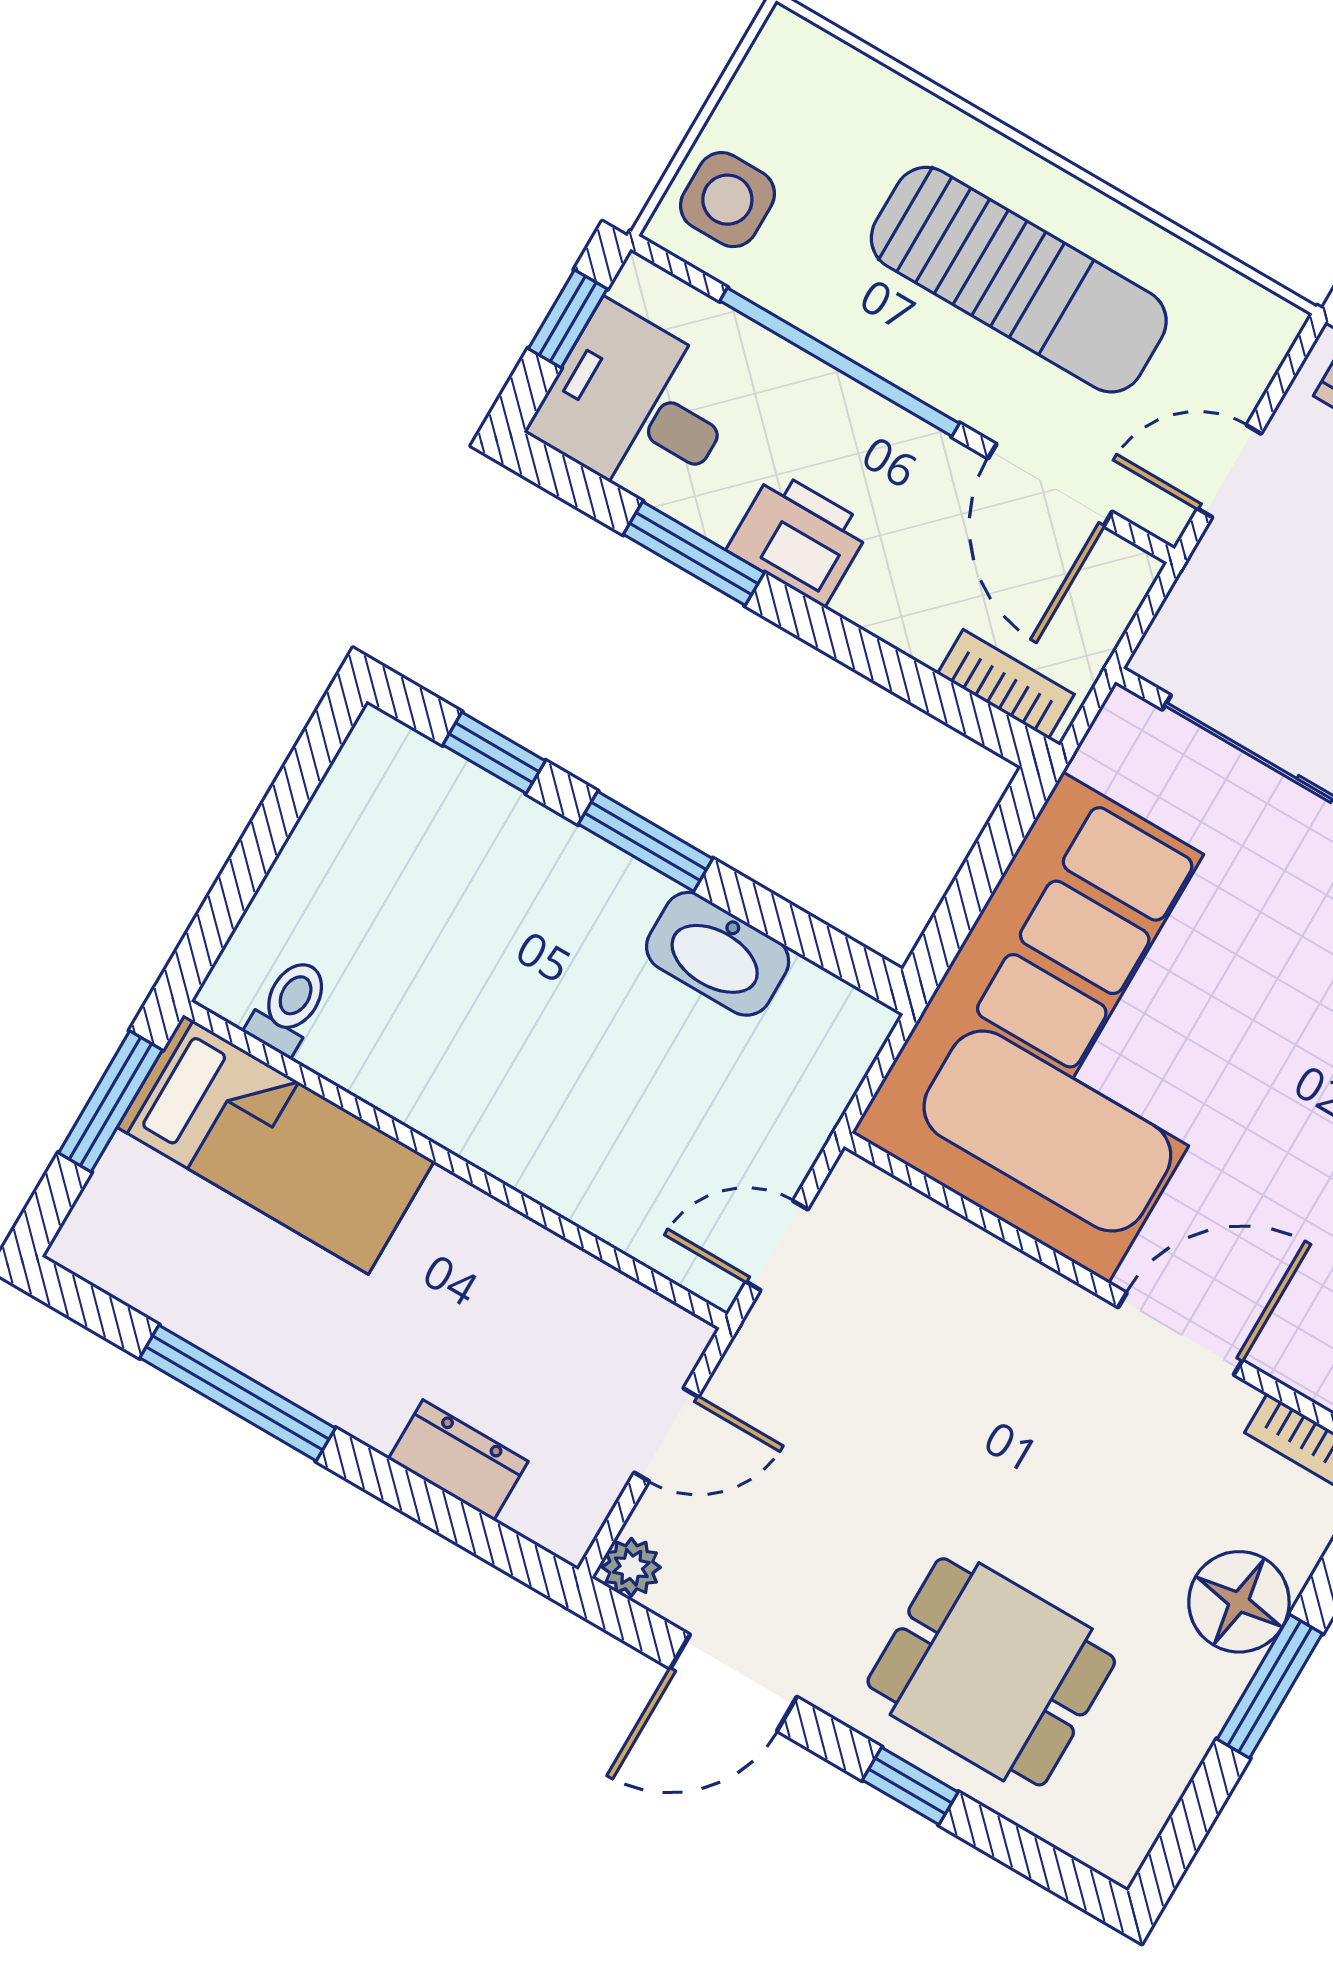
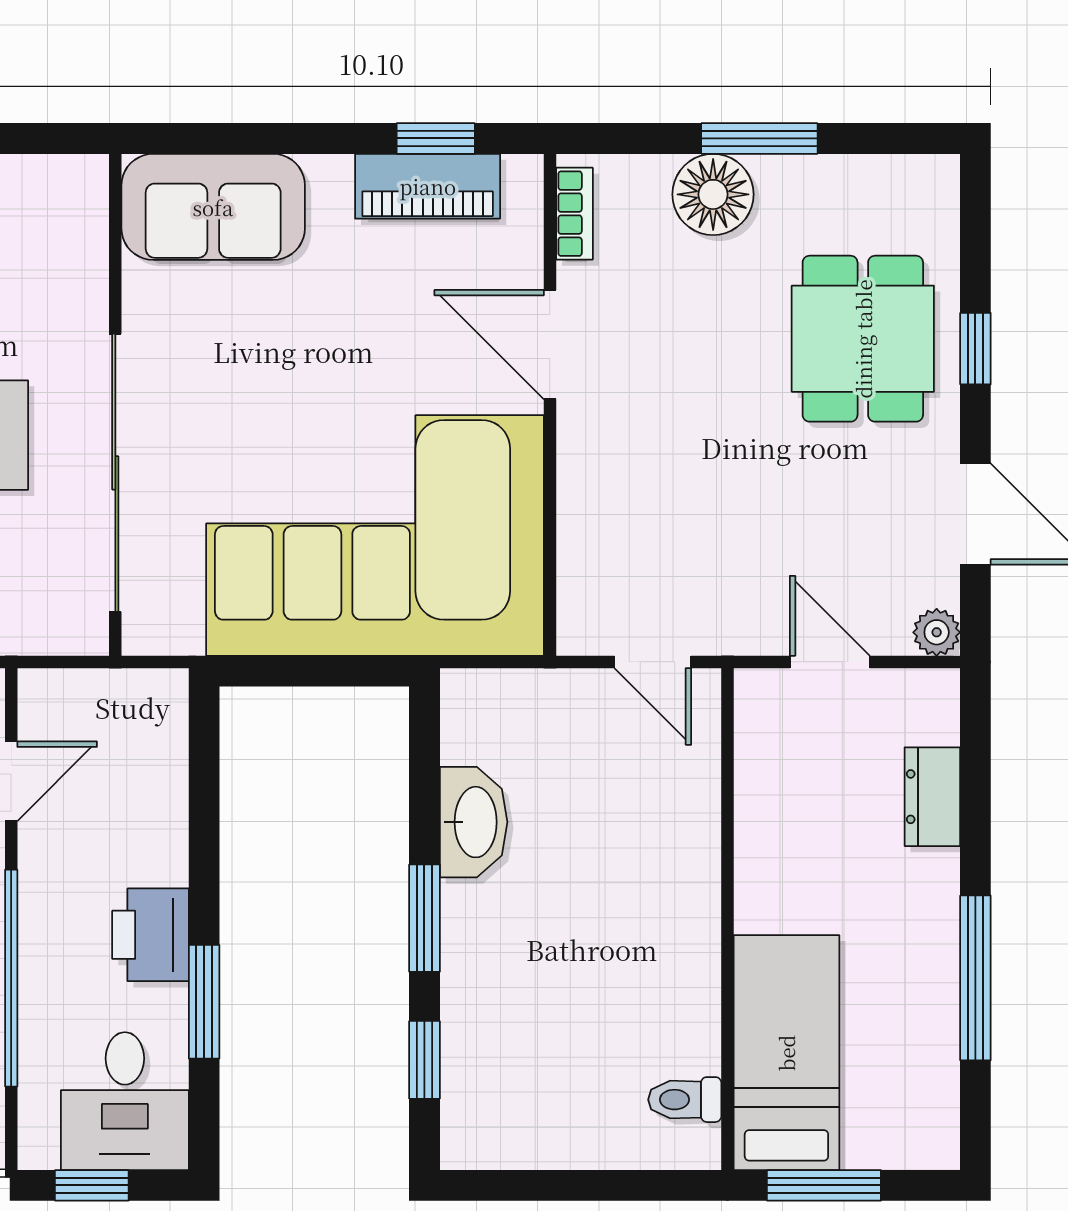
door: (1050, 485) -> (11, 781), width x0.73
bookcase: (1006, 684) -> (168, 731), removed

